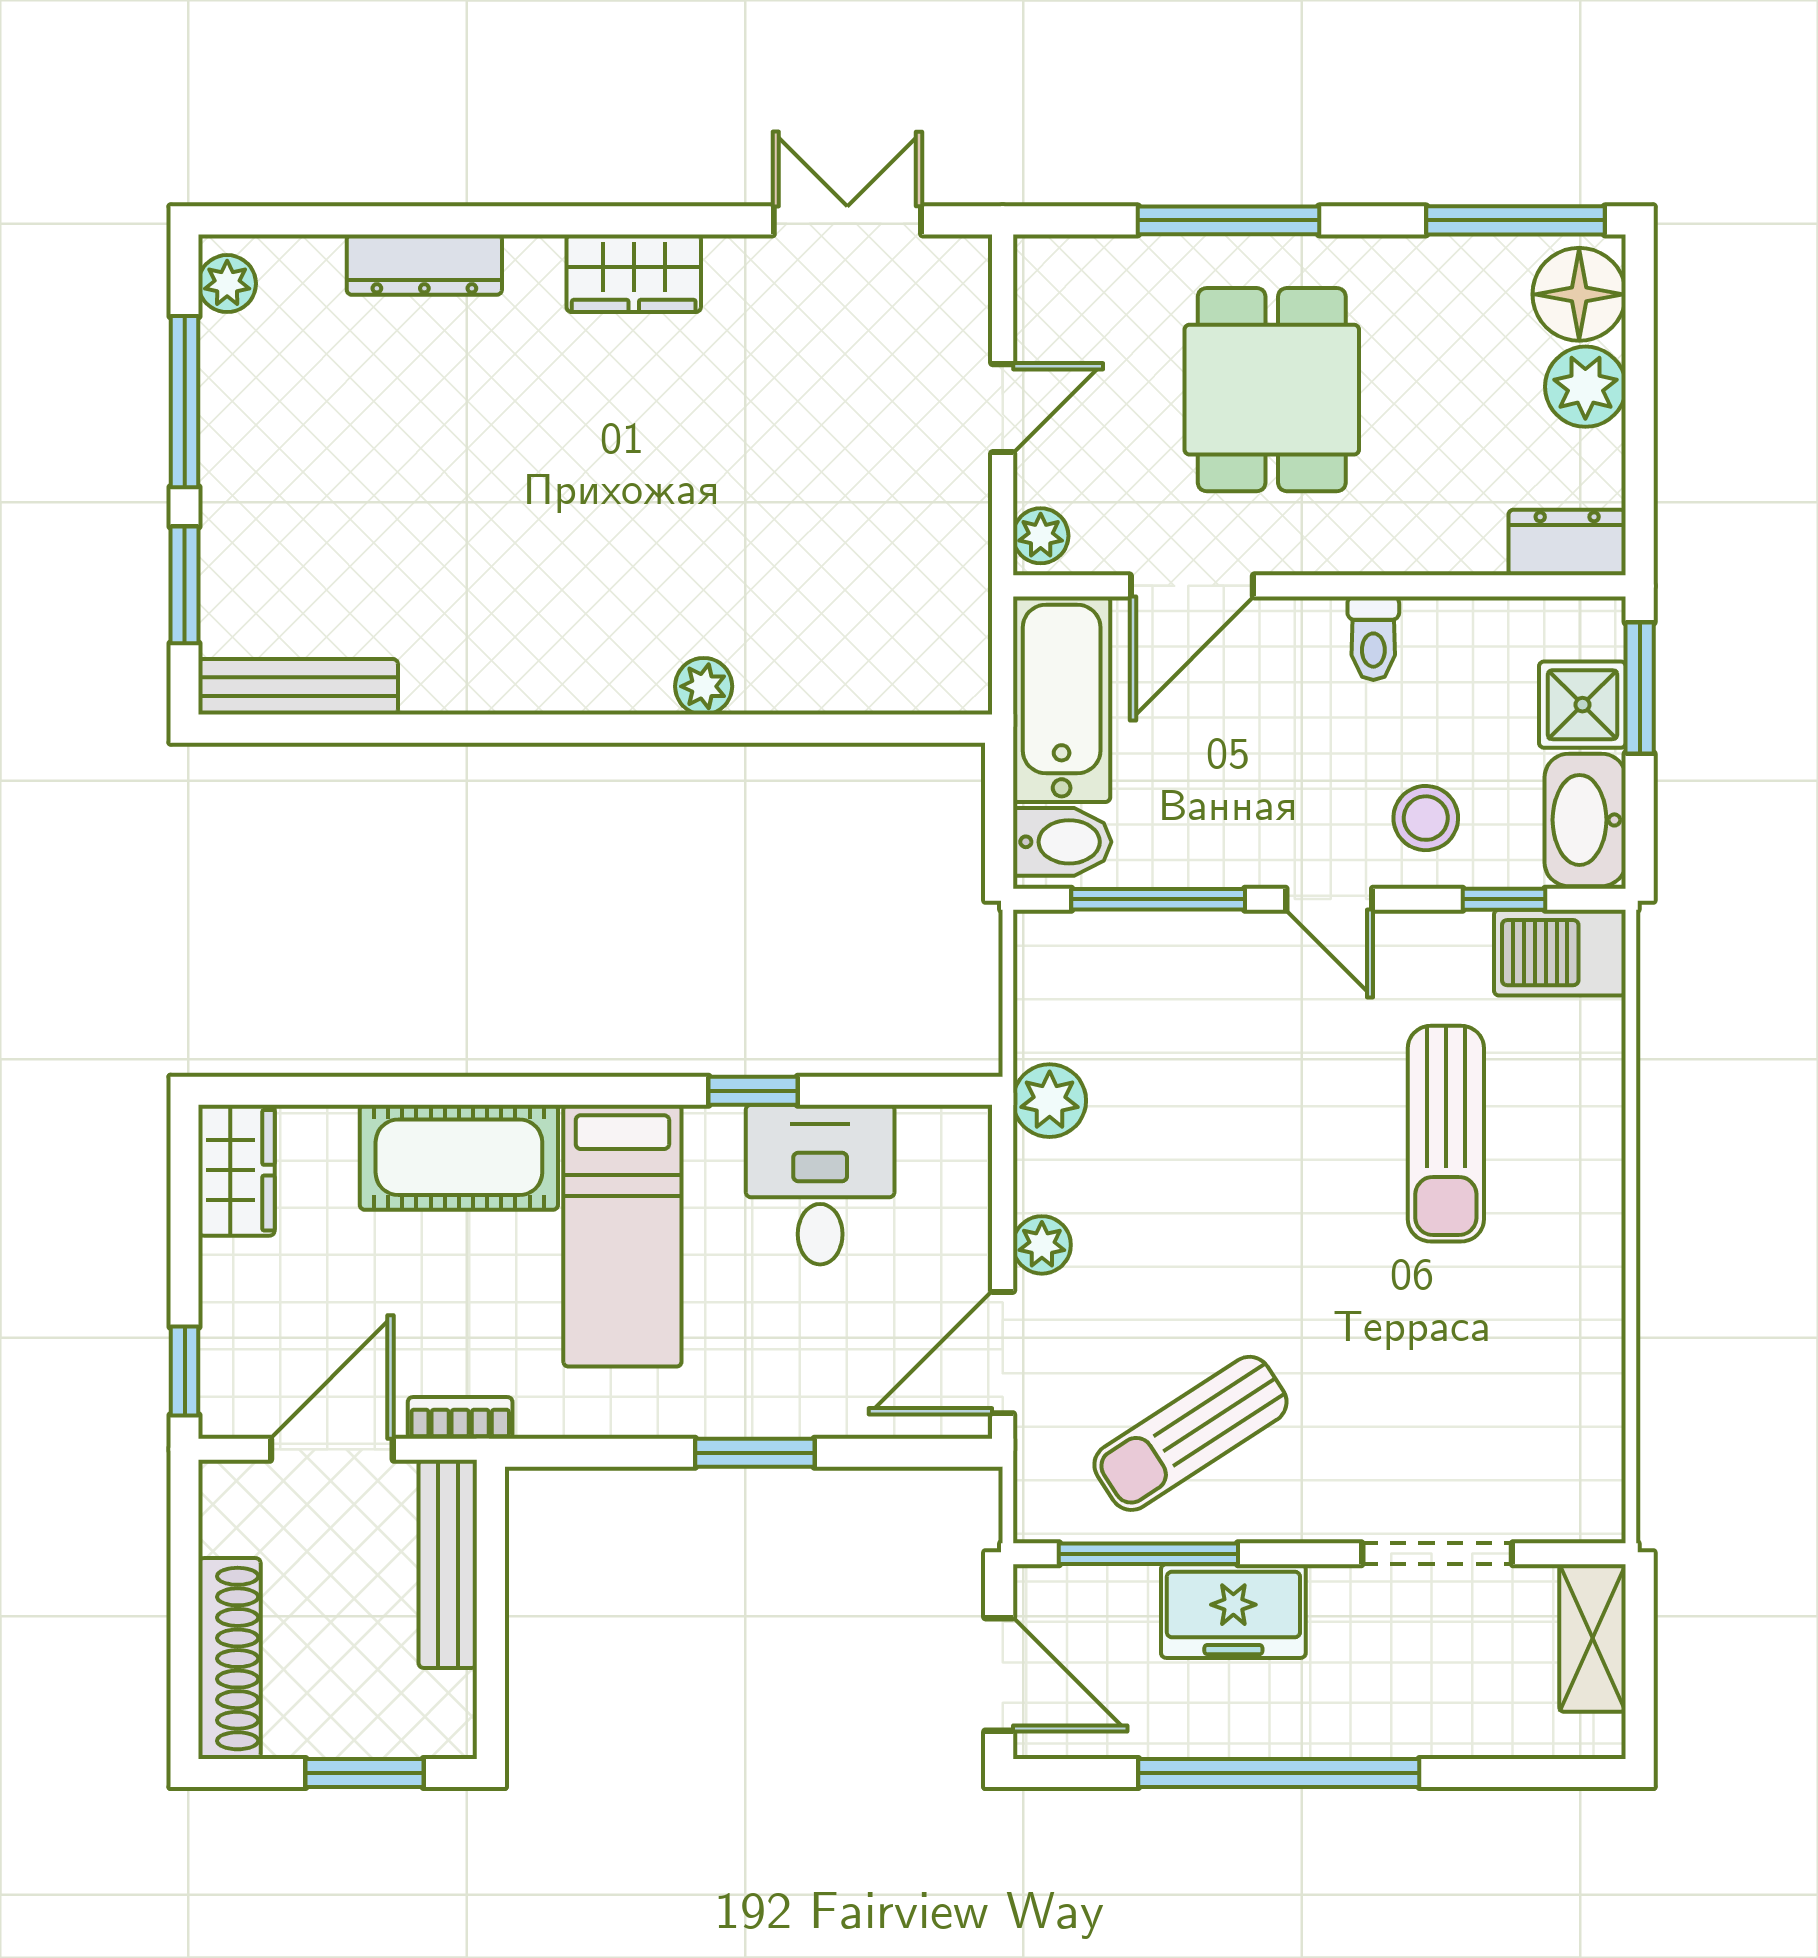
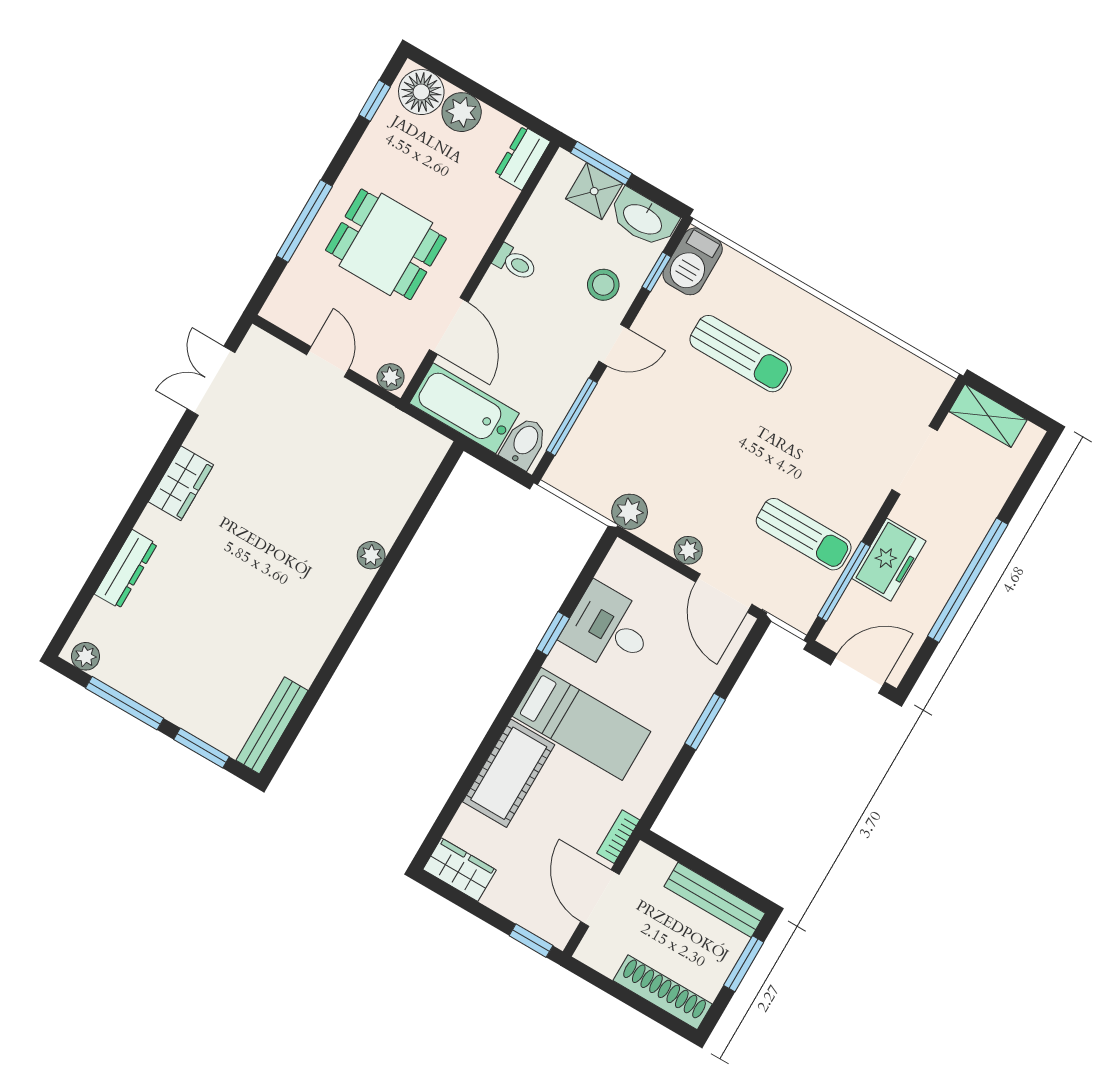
window: (1515, 220) -> (375, 101), width x0.46
sun lounger: (1190, 1433) -> (804, 534), turned -57
bench: (448, 1564) -> (715, 900), moved

